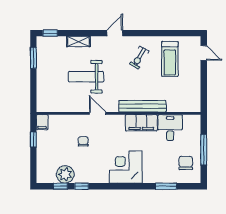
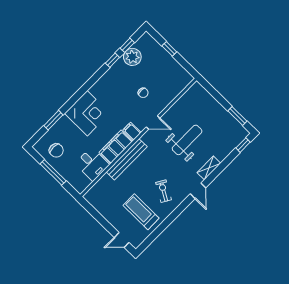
shelving: (78, 41) -> (209, 168), moved
filing cabinet: (42, 122) -> (132, 131), moved
window: (33, 140) -> (169, 49), moved
corner desk: (126, 167) -> (87, 113), moved

